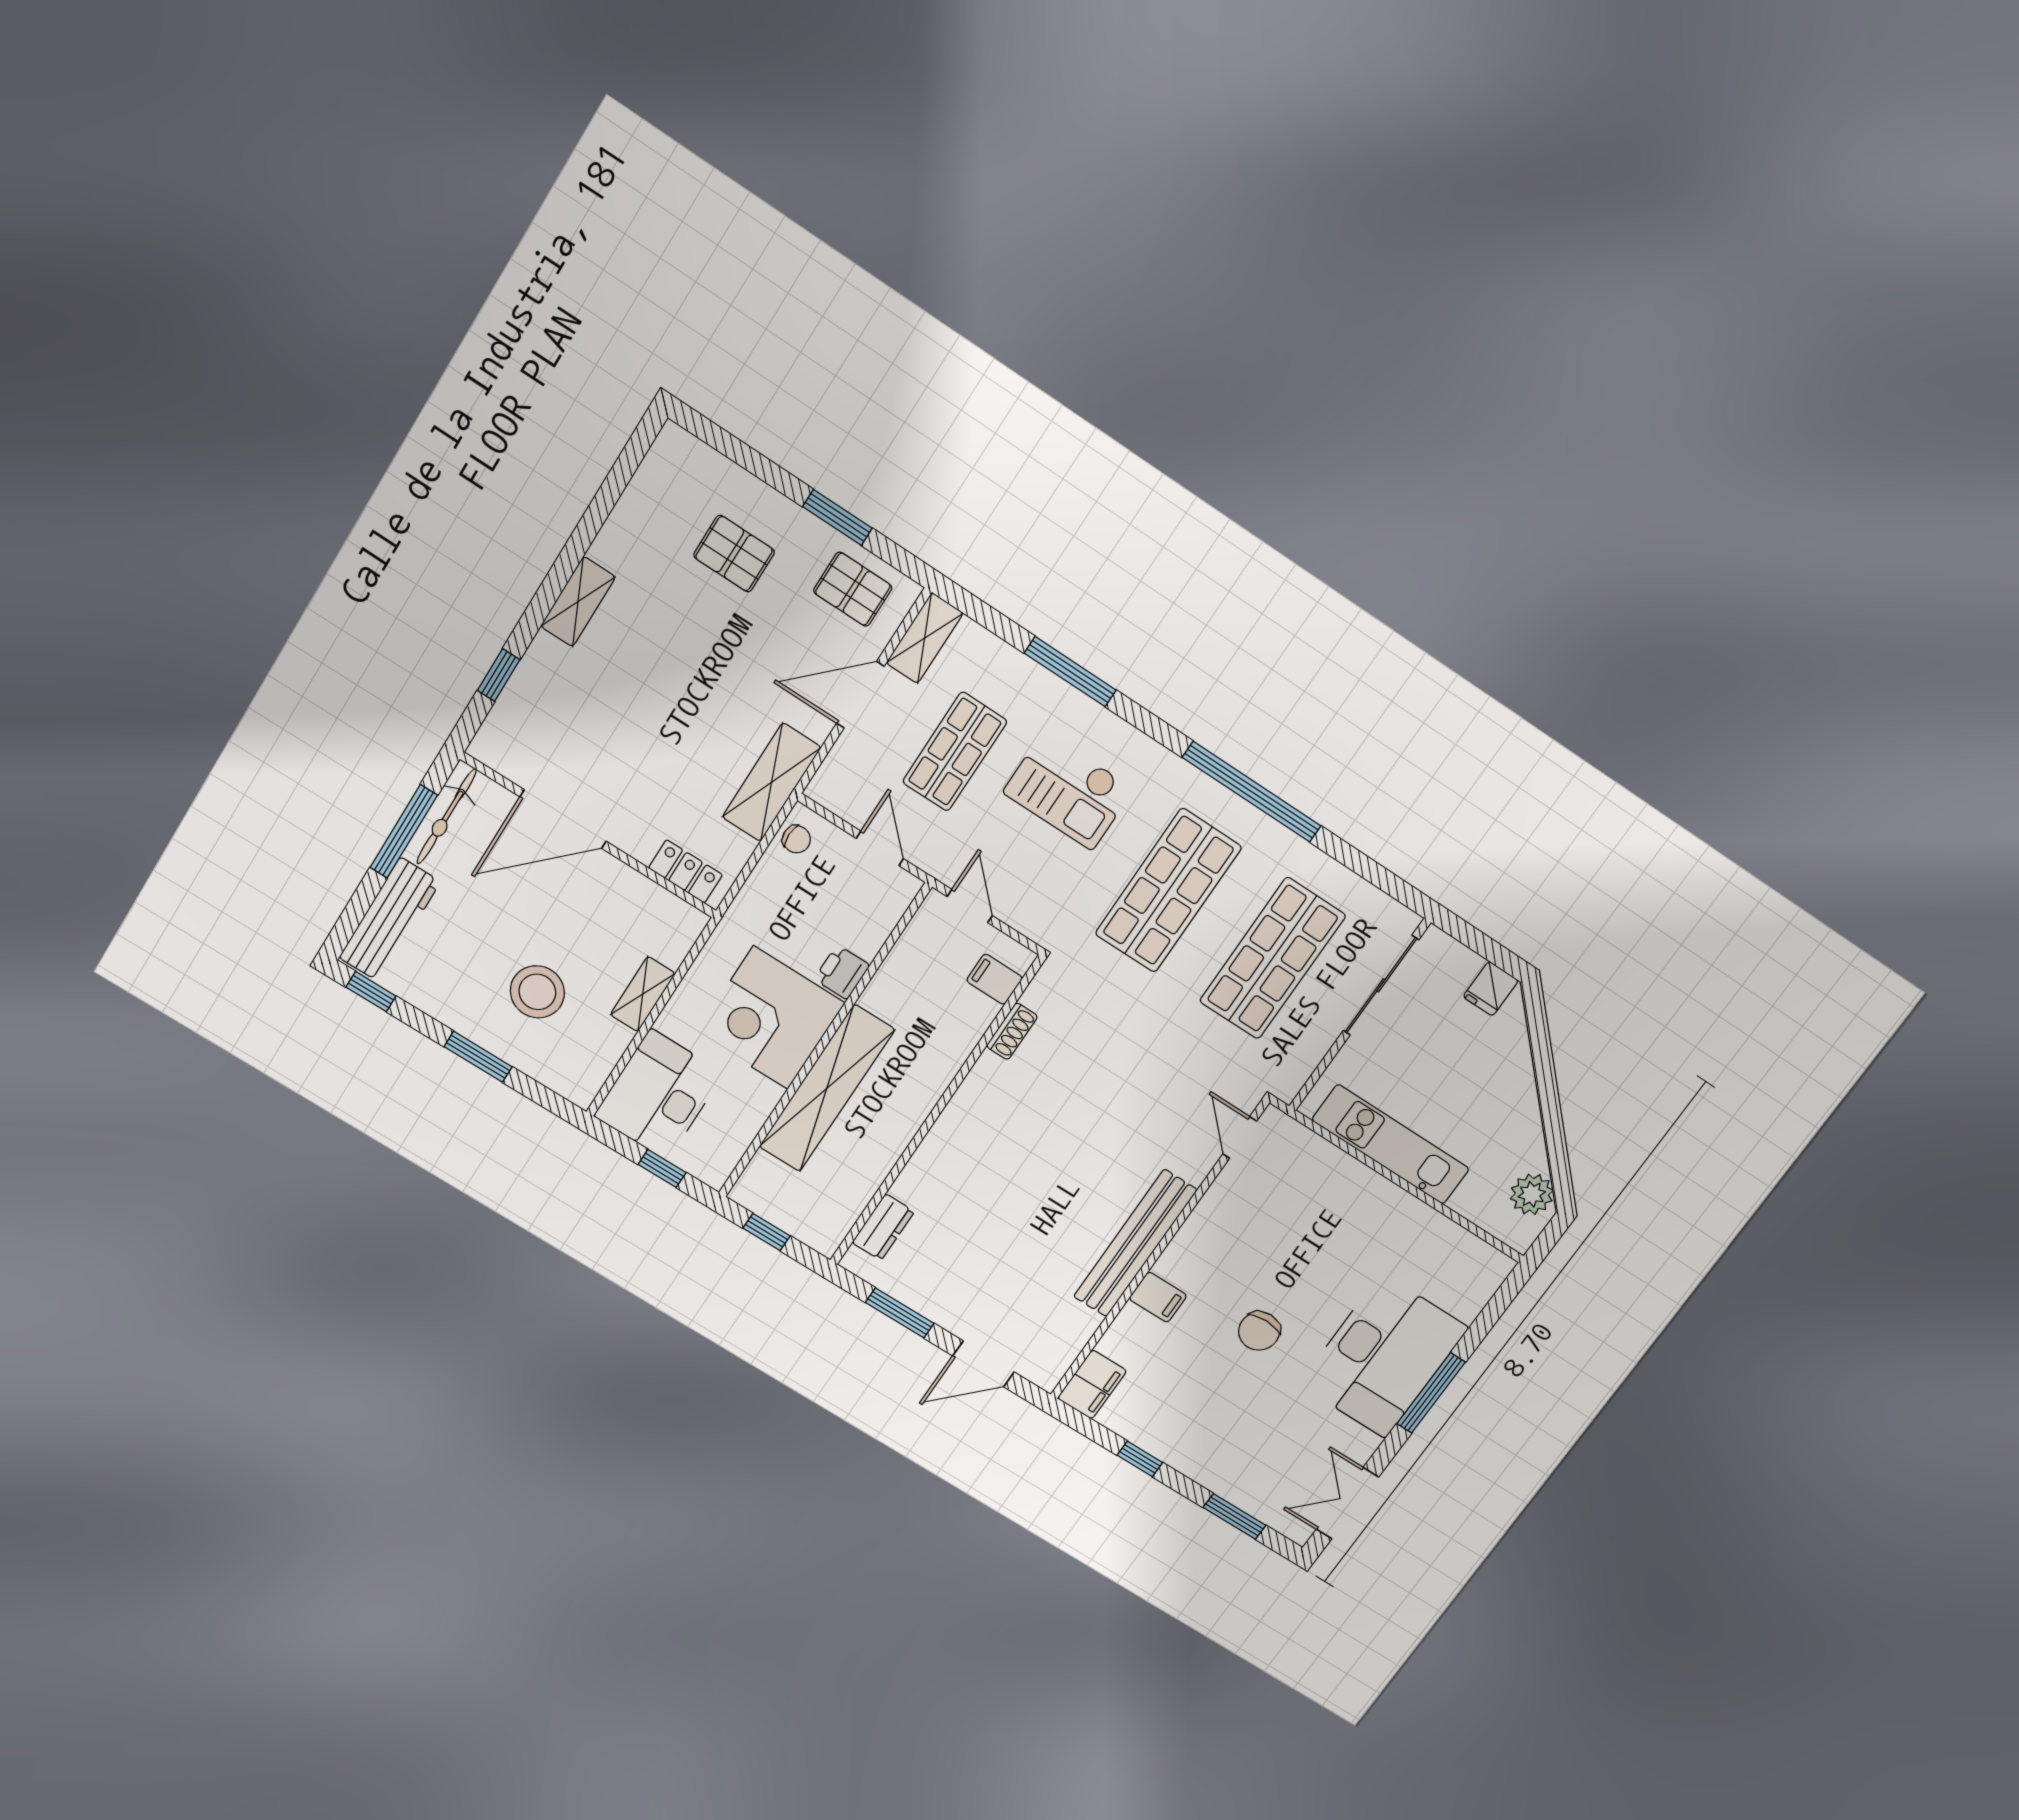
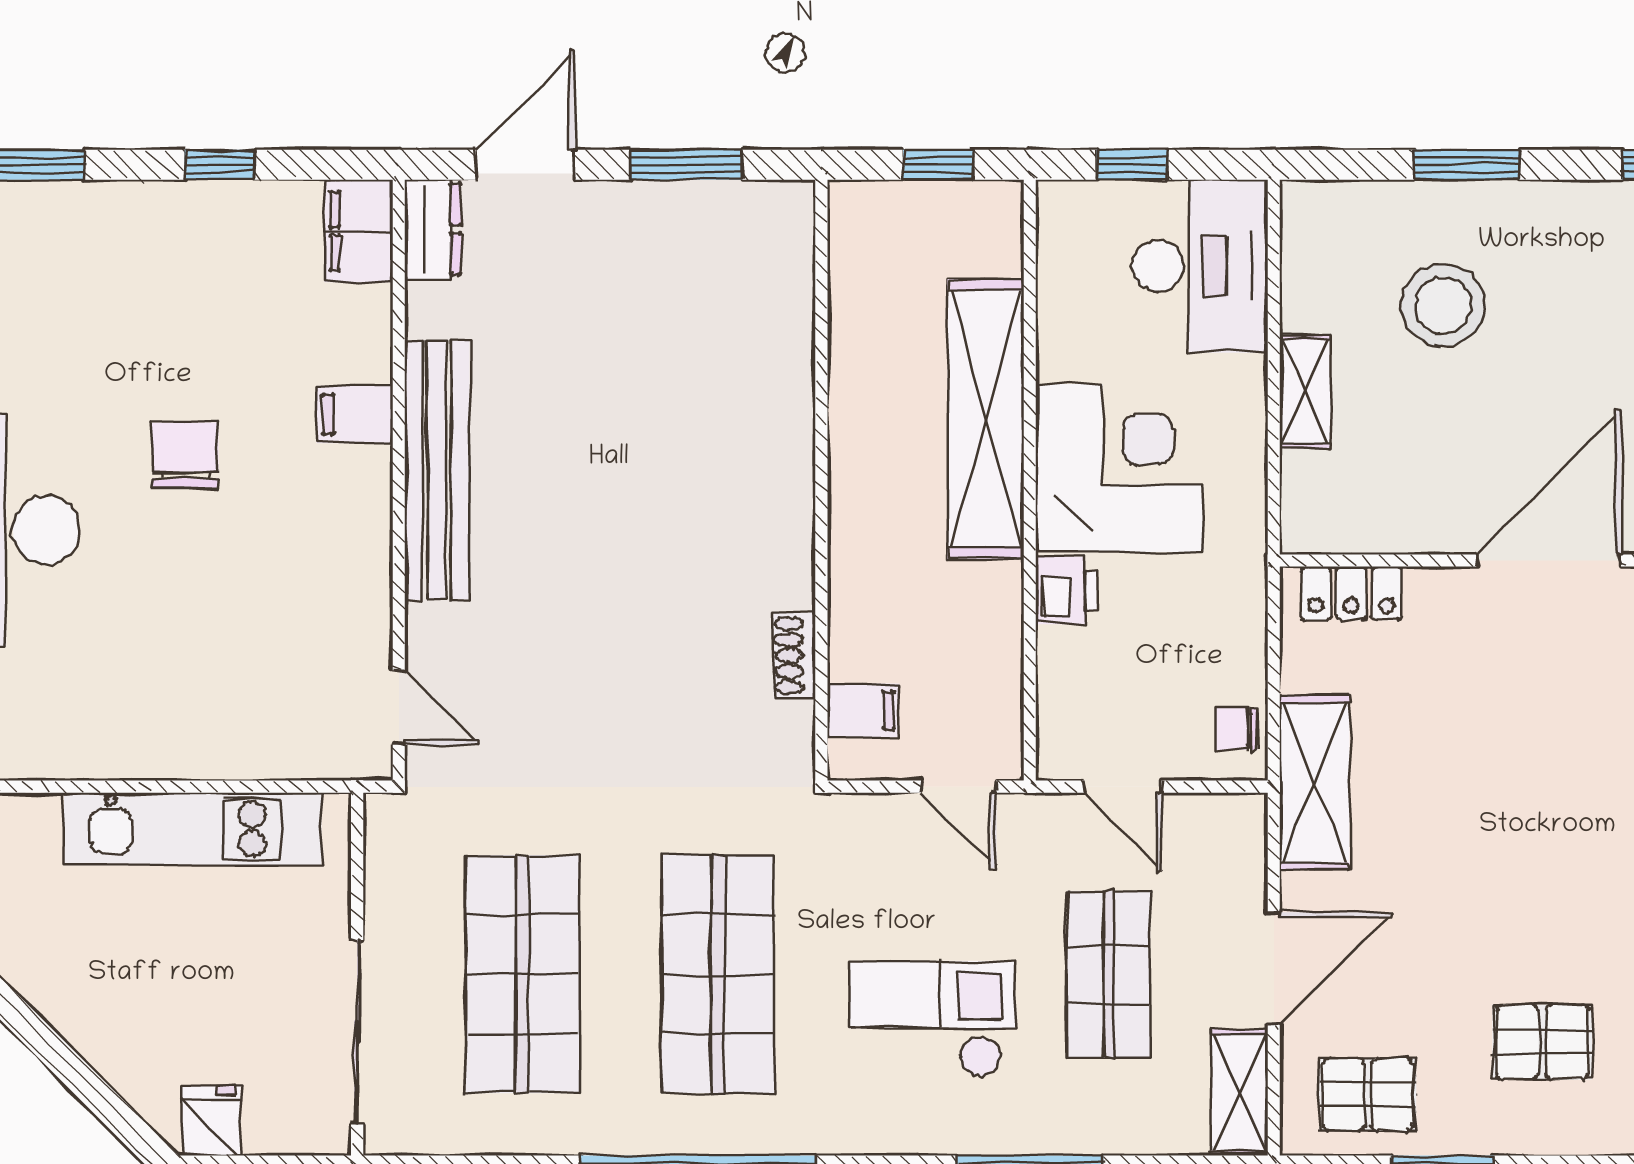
dresser: (883, 1227) -> (433, 229), moved, turned 180

